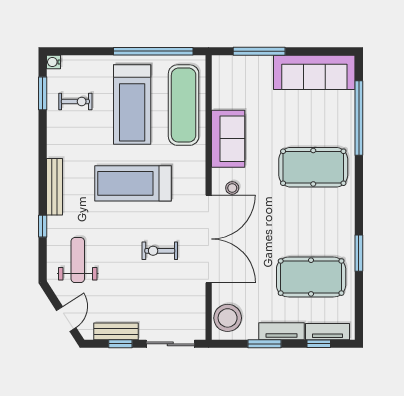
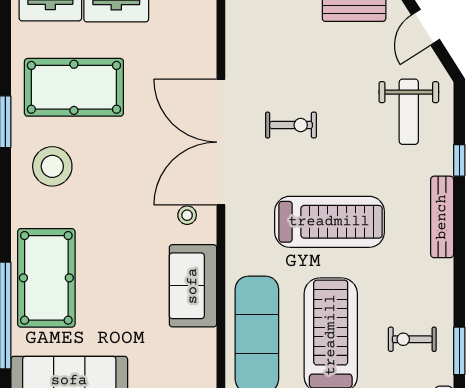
pool table: (313, 167) -> (46, 278), moved, turned 90
stool: (228, 318) -> (52, 166), moved

